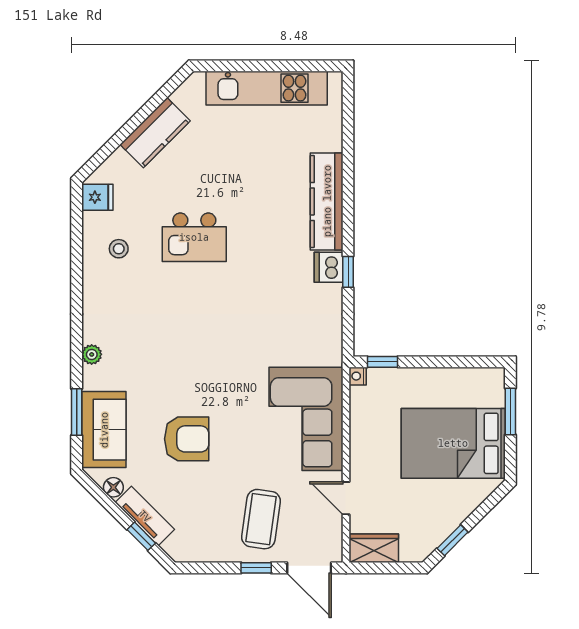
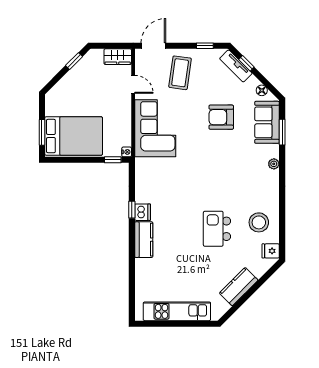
kitchen counter: (327, 201) -> (144, 240), width x0.67
kitchen island: (194, 237) -> (217, 229), turned -90
stool: (119, 249) -> (259, 222), width x1.89, depth x1.89
bed: (453, 443) -> (74, 136), moved
tv unit: (145, 516) -> (236, 66), moved
window: (256, 568) -> (205, 46), moved
door: (309, 568) -> (153, 46), hinge flipped

